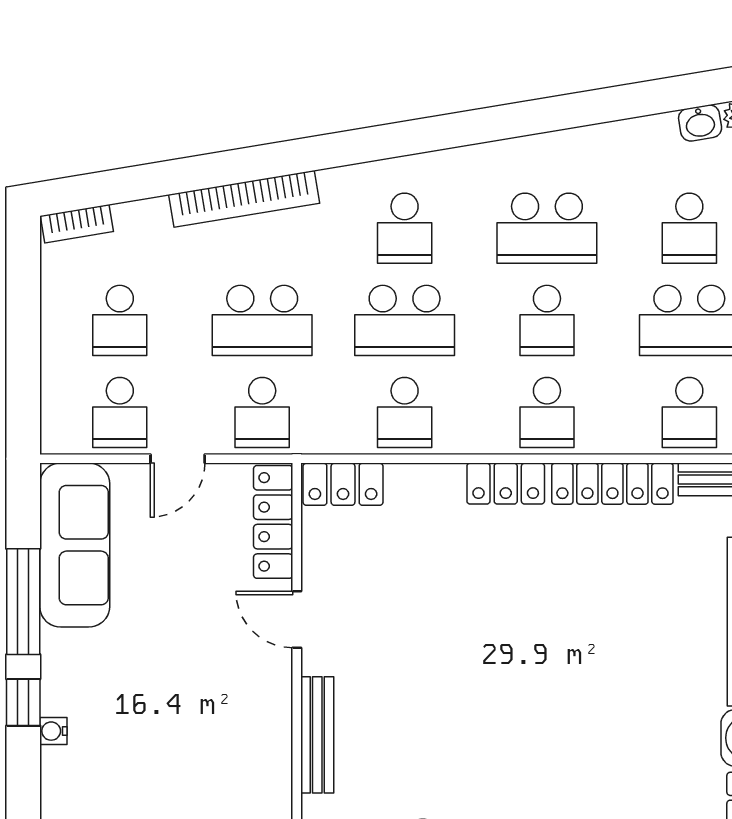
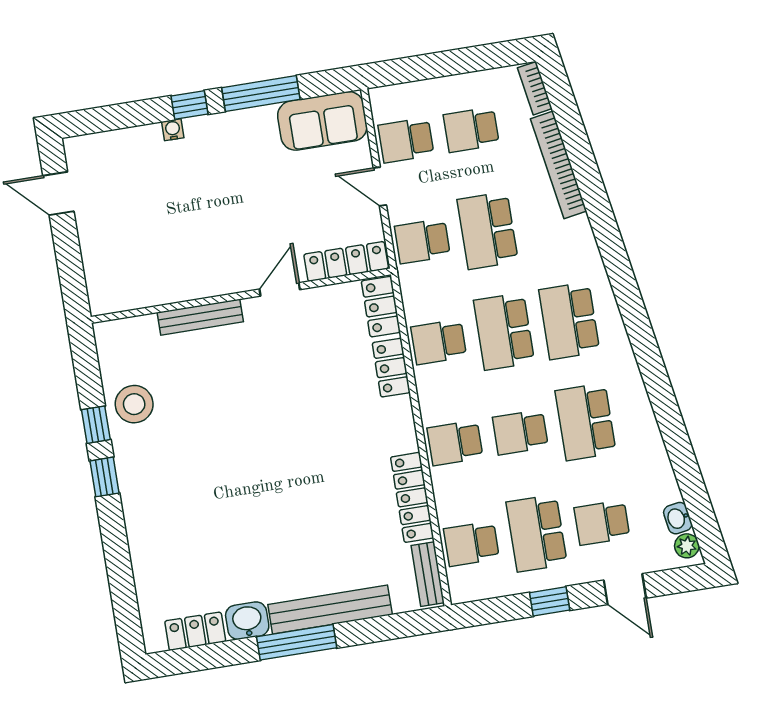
bookcase: (244, 199) -> (559, 165), moved
school desk: (405, 228) -> (569, 321), width x1.85
locker: (506, 484) -> (391, 368), moved
sofa: (75, 545) -> (322, 121), width x0.73

